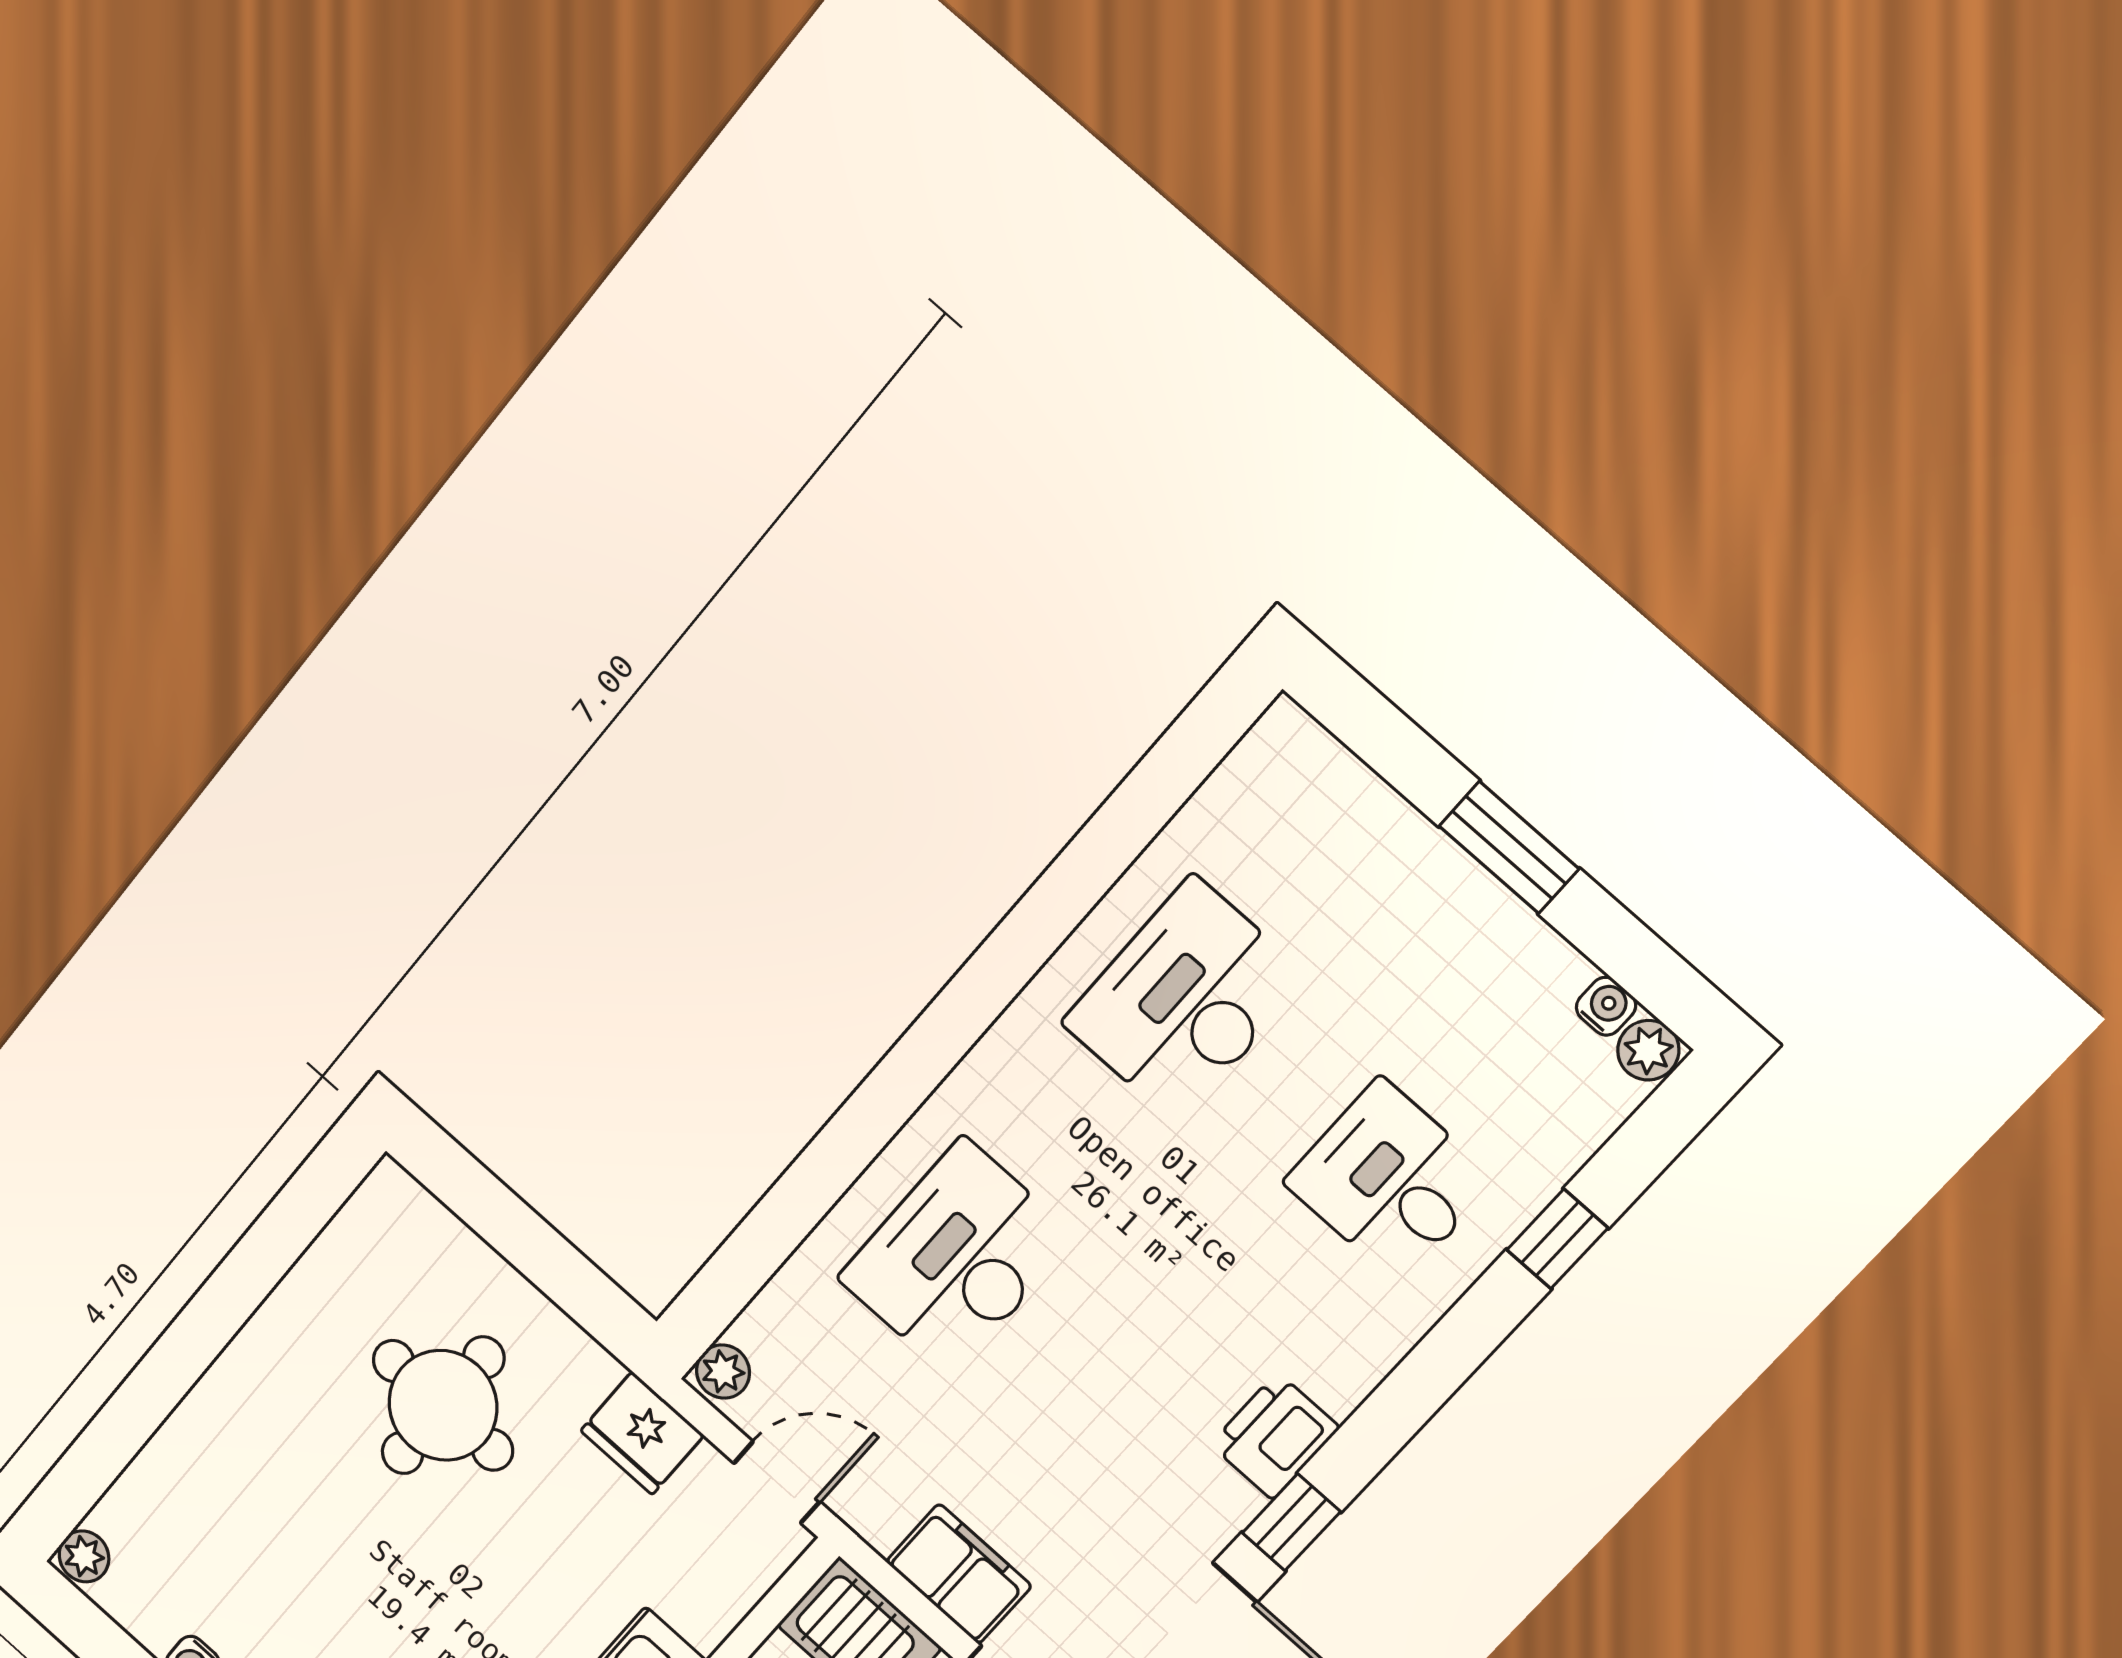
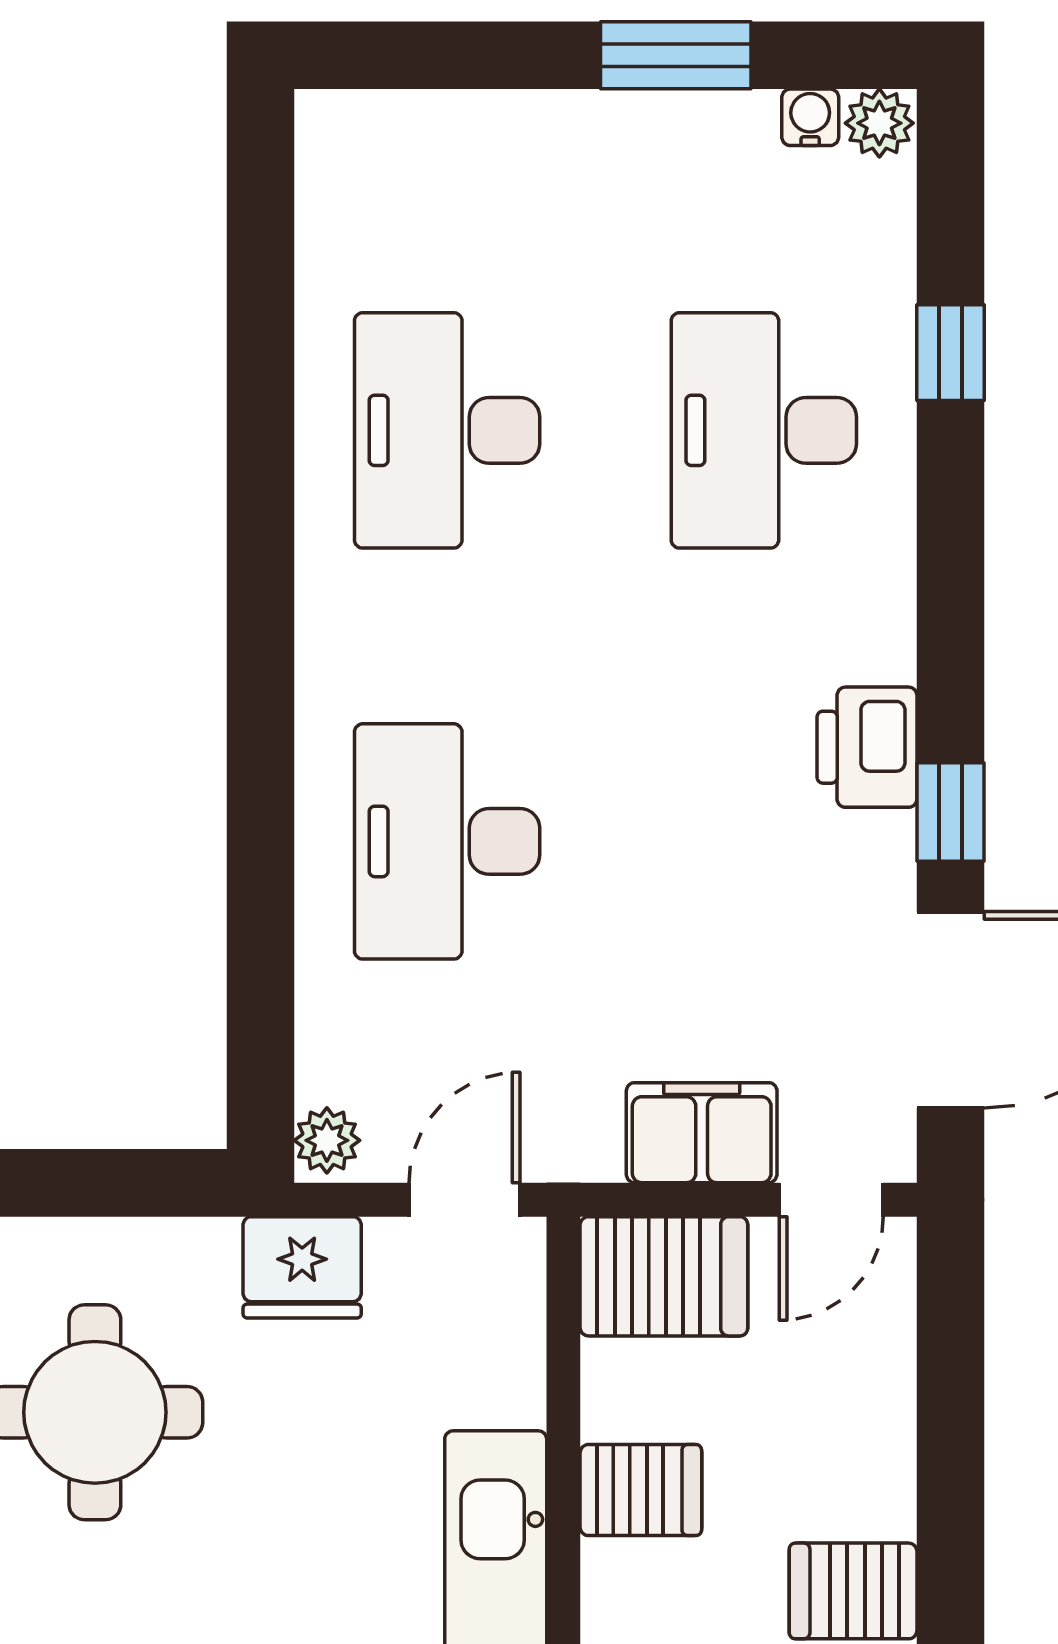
window: (1509, 847) -> (676, 55), moved
desk: (1390, 1181) -> (764, 430), width x1.37

